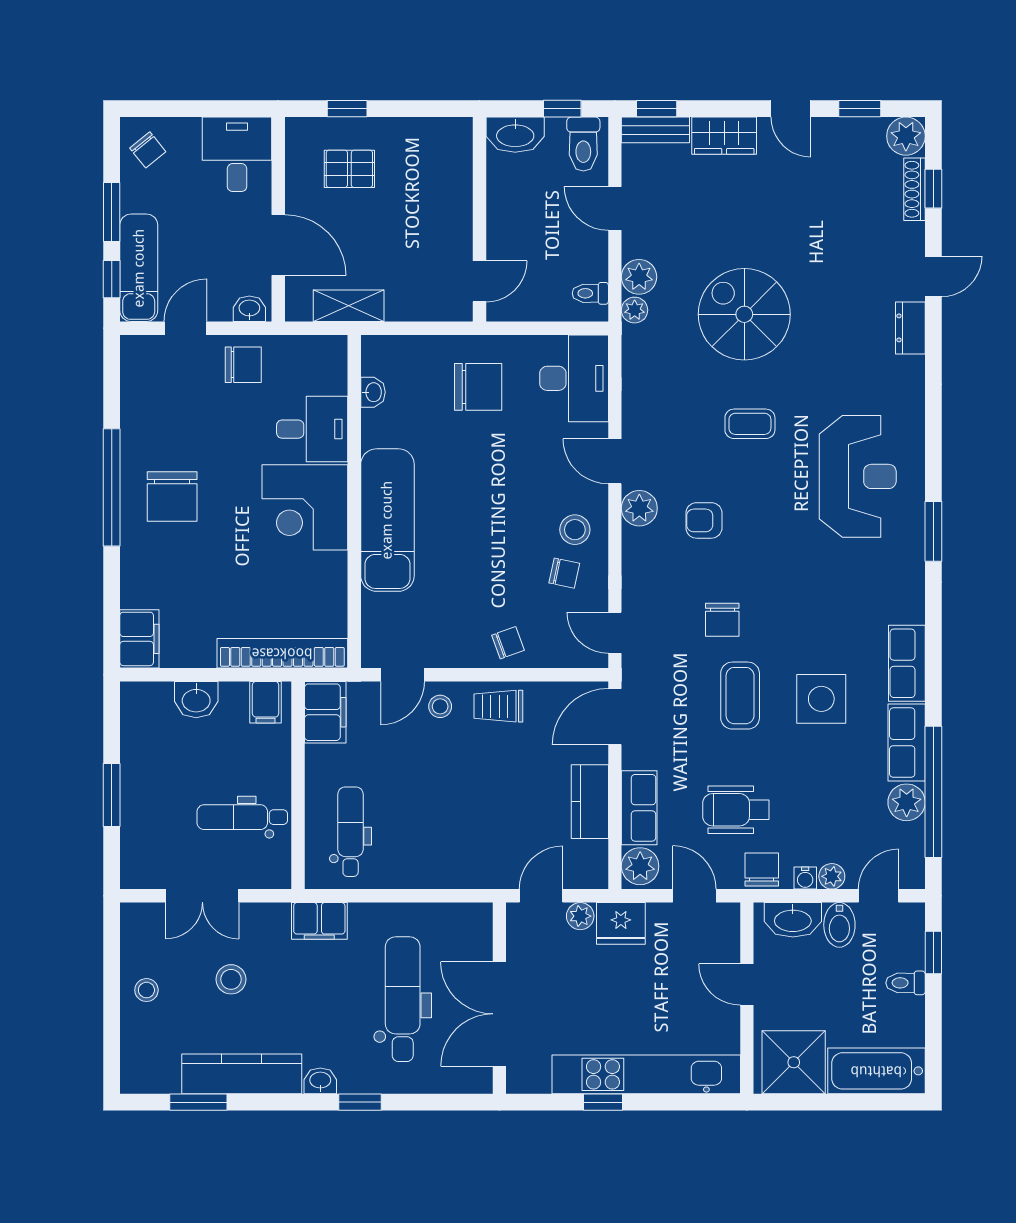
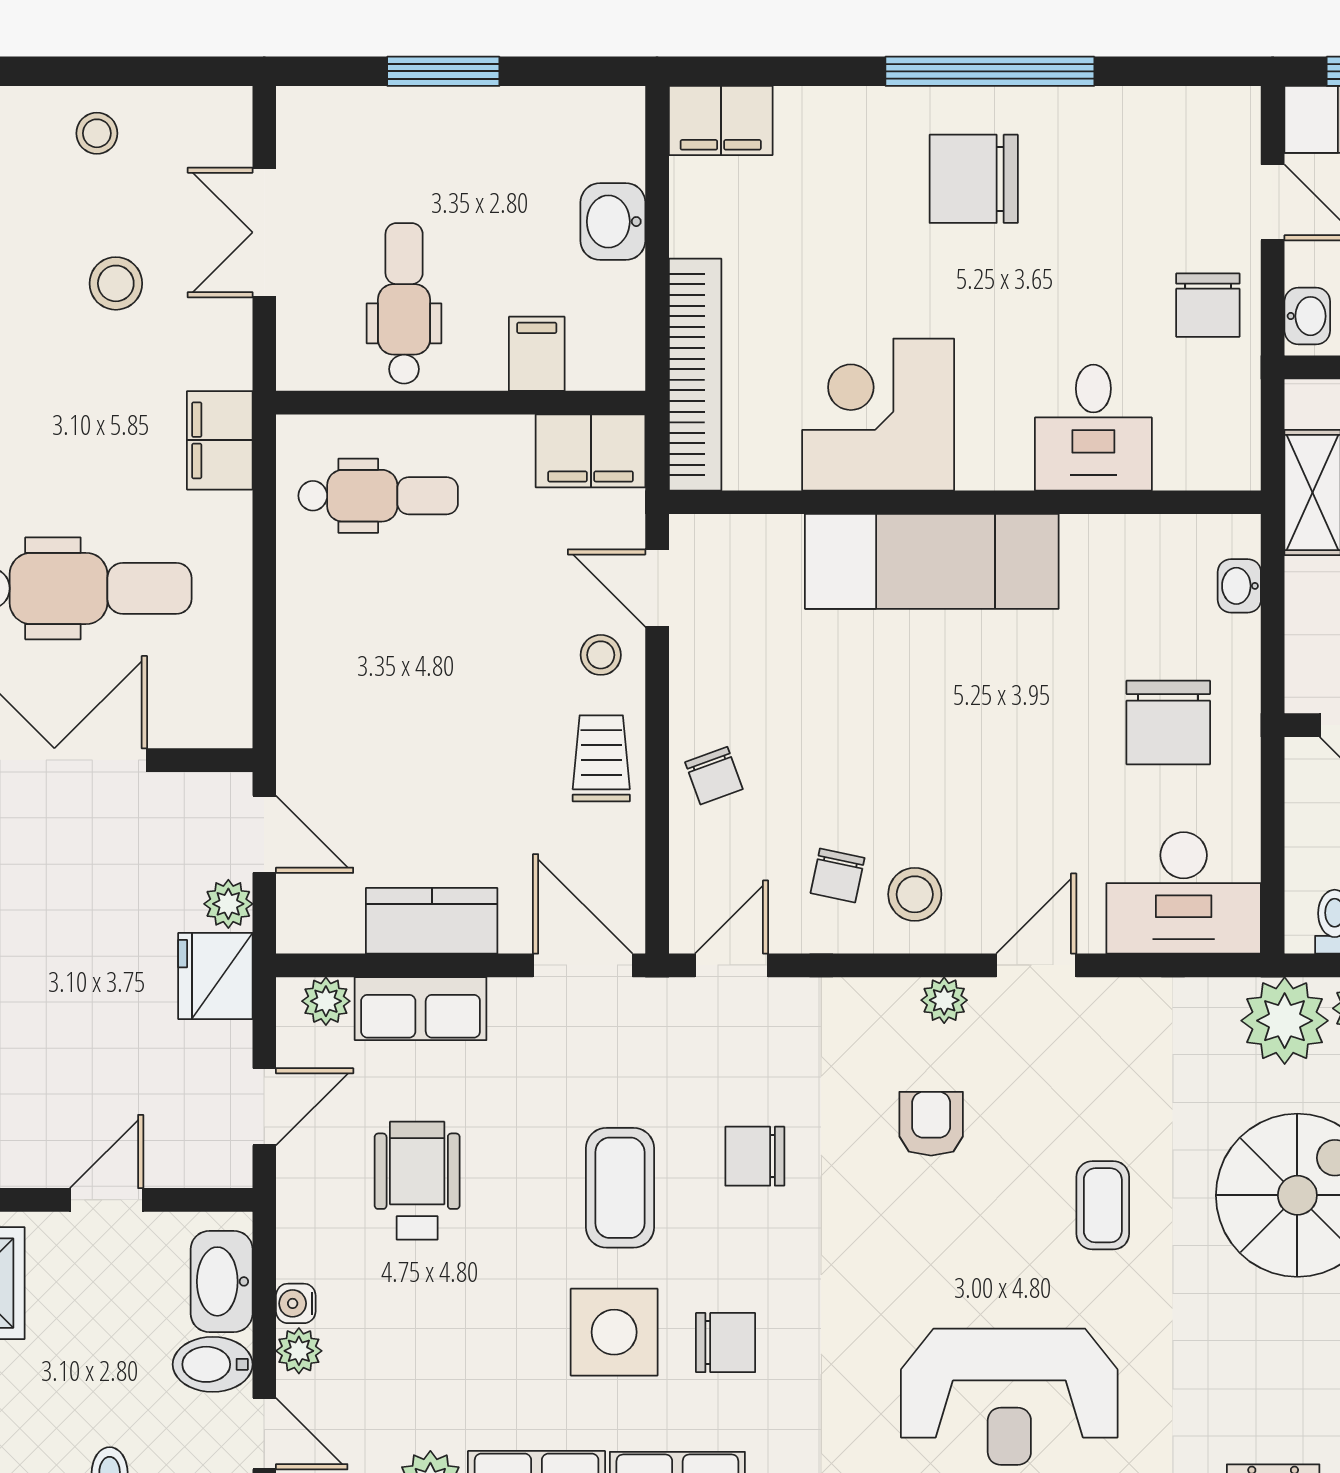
plant: (635, 310) -> (1285, 1021), width x1.88, depth x1.88
washbasin: (373, 392) -> (1239, 586), moved, turned 90
corner desk: (305, 507) -> (878, 415), moved
plant: (639, 508) -> (944, 1000), width x0.73, depth x0.73
coffee table: (740, 696) -> (620, 1188), turned 90
filing cabinet: (266, 702) -> (537, 354), moved, turned 90
plant: (640, 866) -> (326, 1001), width x0.73, depth x0.73
chair: (762, 870) -> (726, 1343), moved

